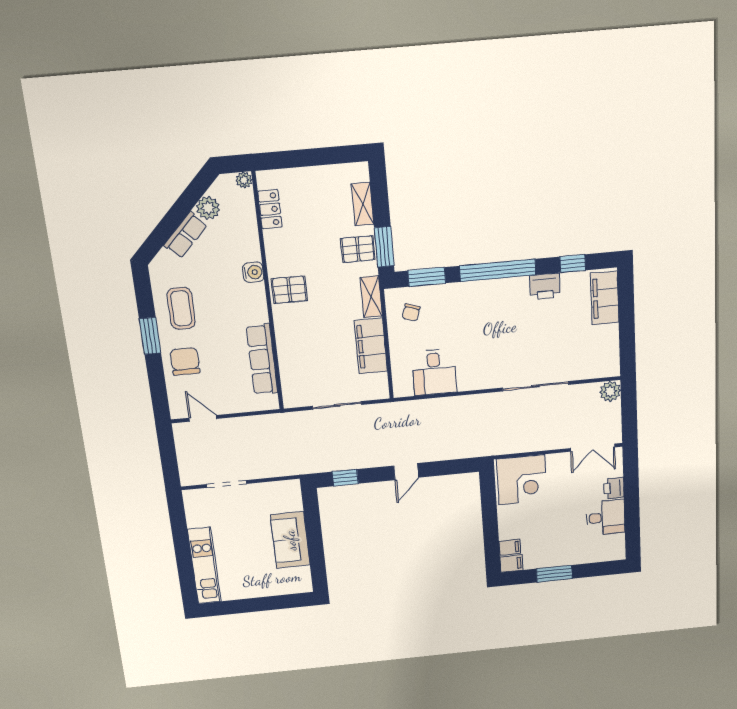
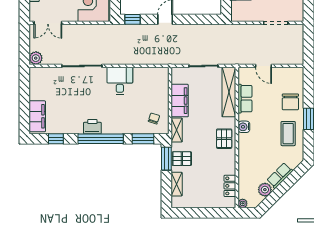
water cooler: (253, 272) -> (244, 127), moved
printer: (545, 286) -> (92, 127), moved
pallet: (289, 290) -> (224, 139), turned 90
row of seats: (262, 359) -> (245, 99), width x0.68
shelving: (290, 368) -> (229, 92), added
desk: (434, 372) -> (120, 81), moved
door: (203, 418) -> (264, 66), moved
double door: (593, 448) -> (48, 23), swing flipped
window: (345, 478) -> (133, 19), moved

